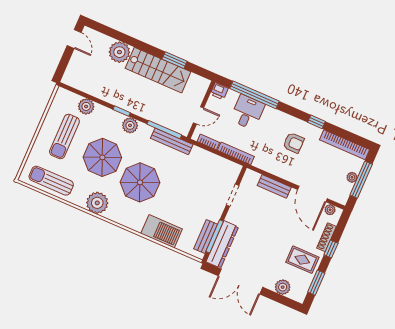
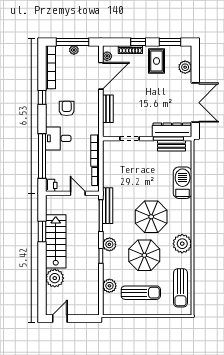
desk: (247, 112) -> (58, 138), moved

